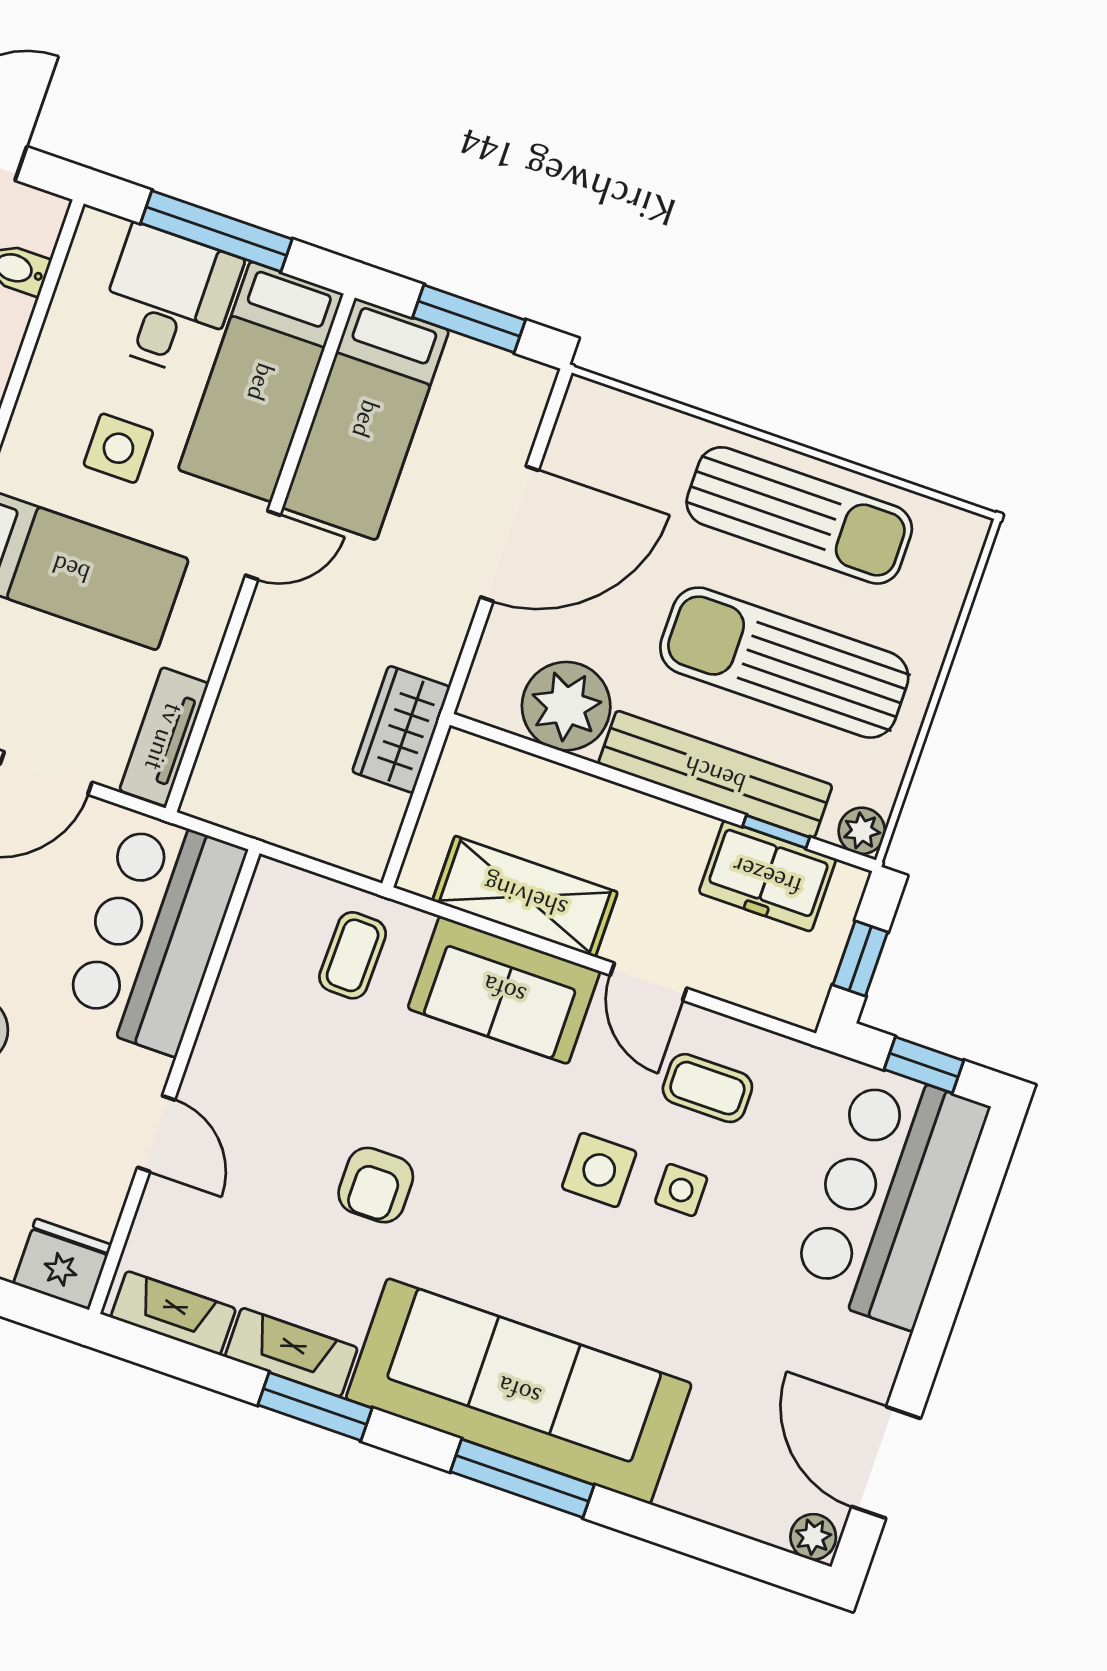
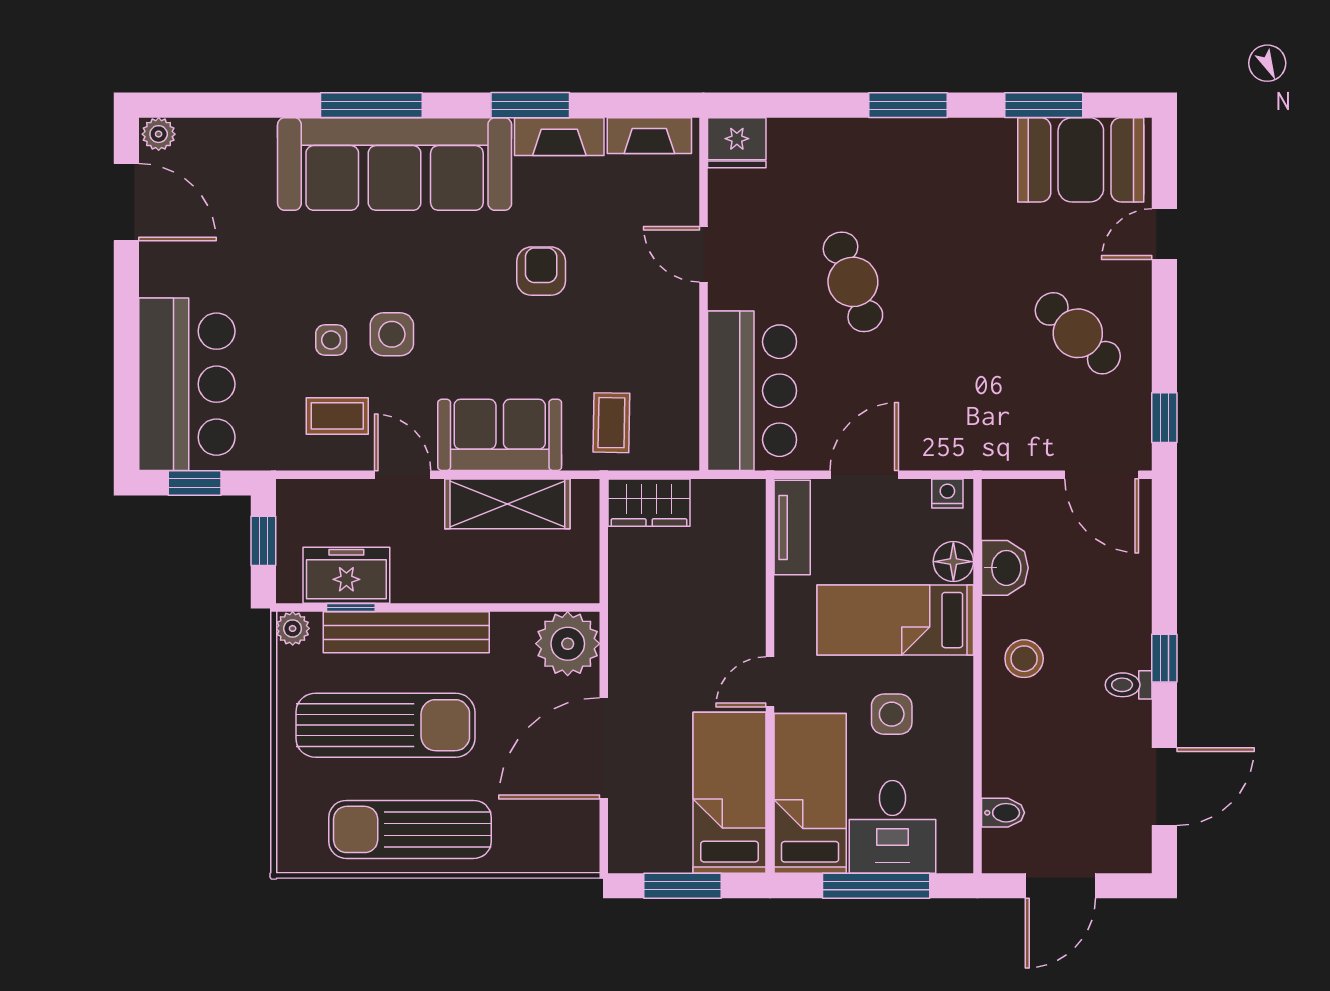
plant: (566, 706) -> (568, 644), moved
wardrobe: (401, 729) -> (649, 503), moved, turned 90

